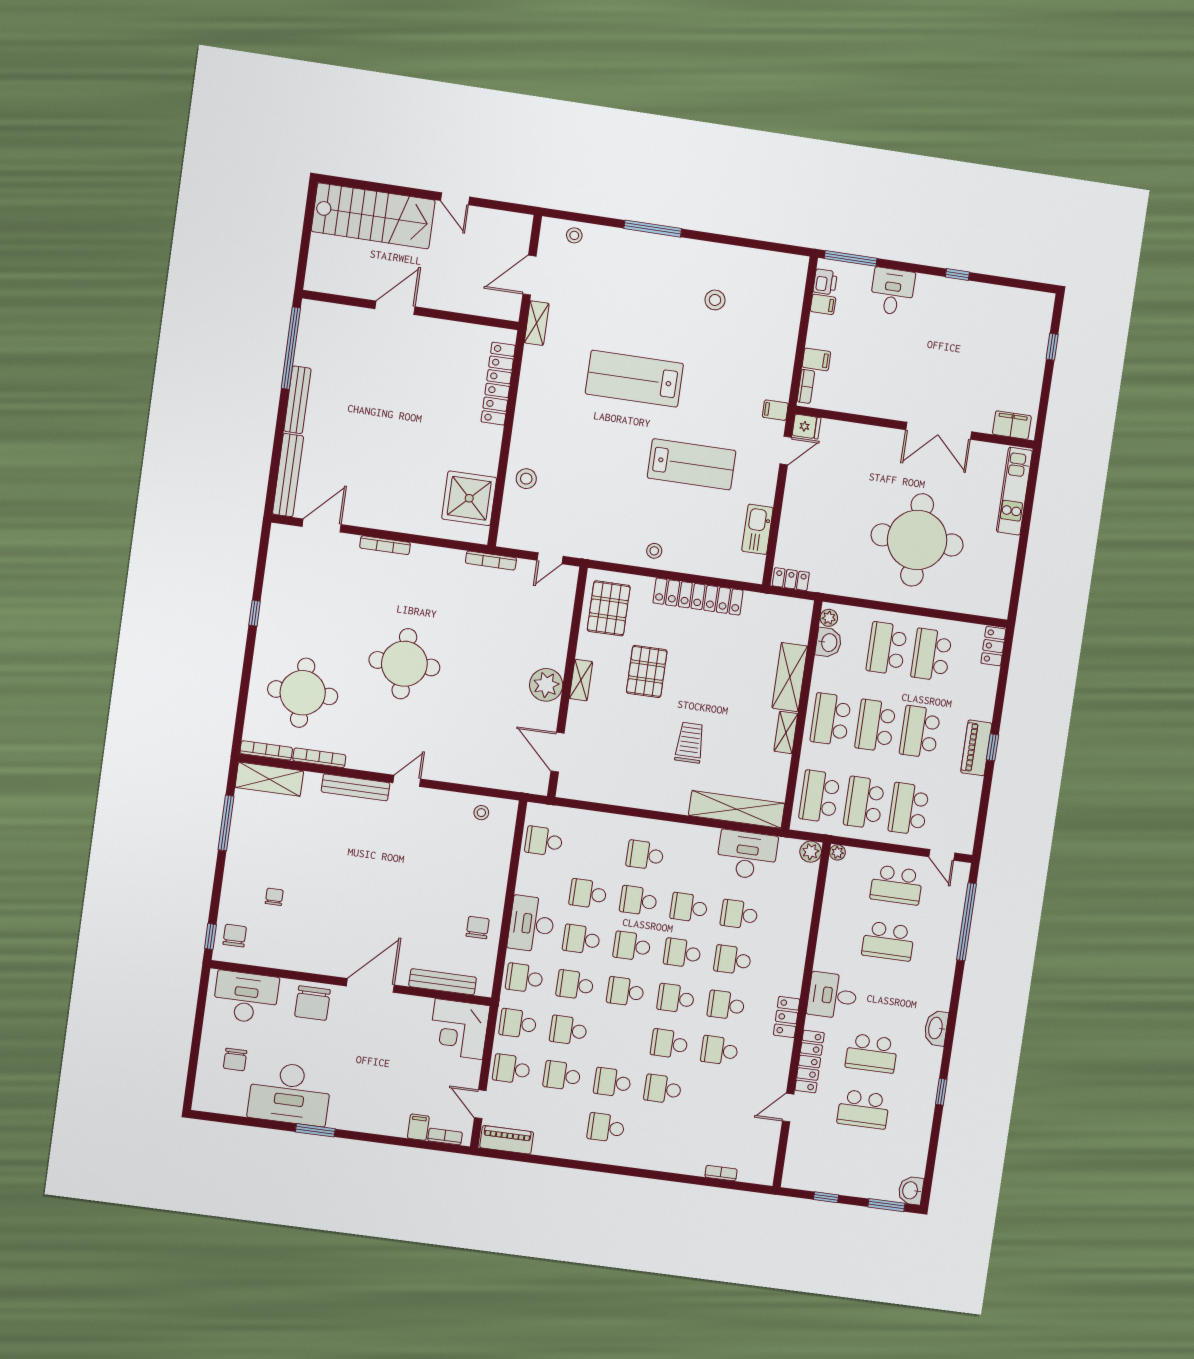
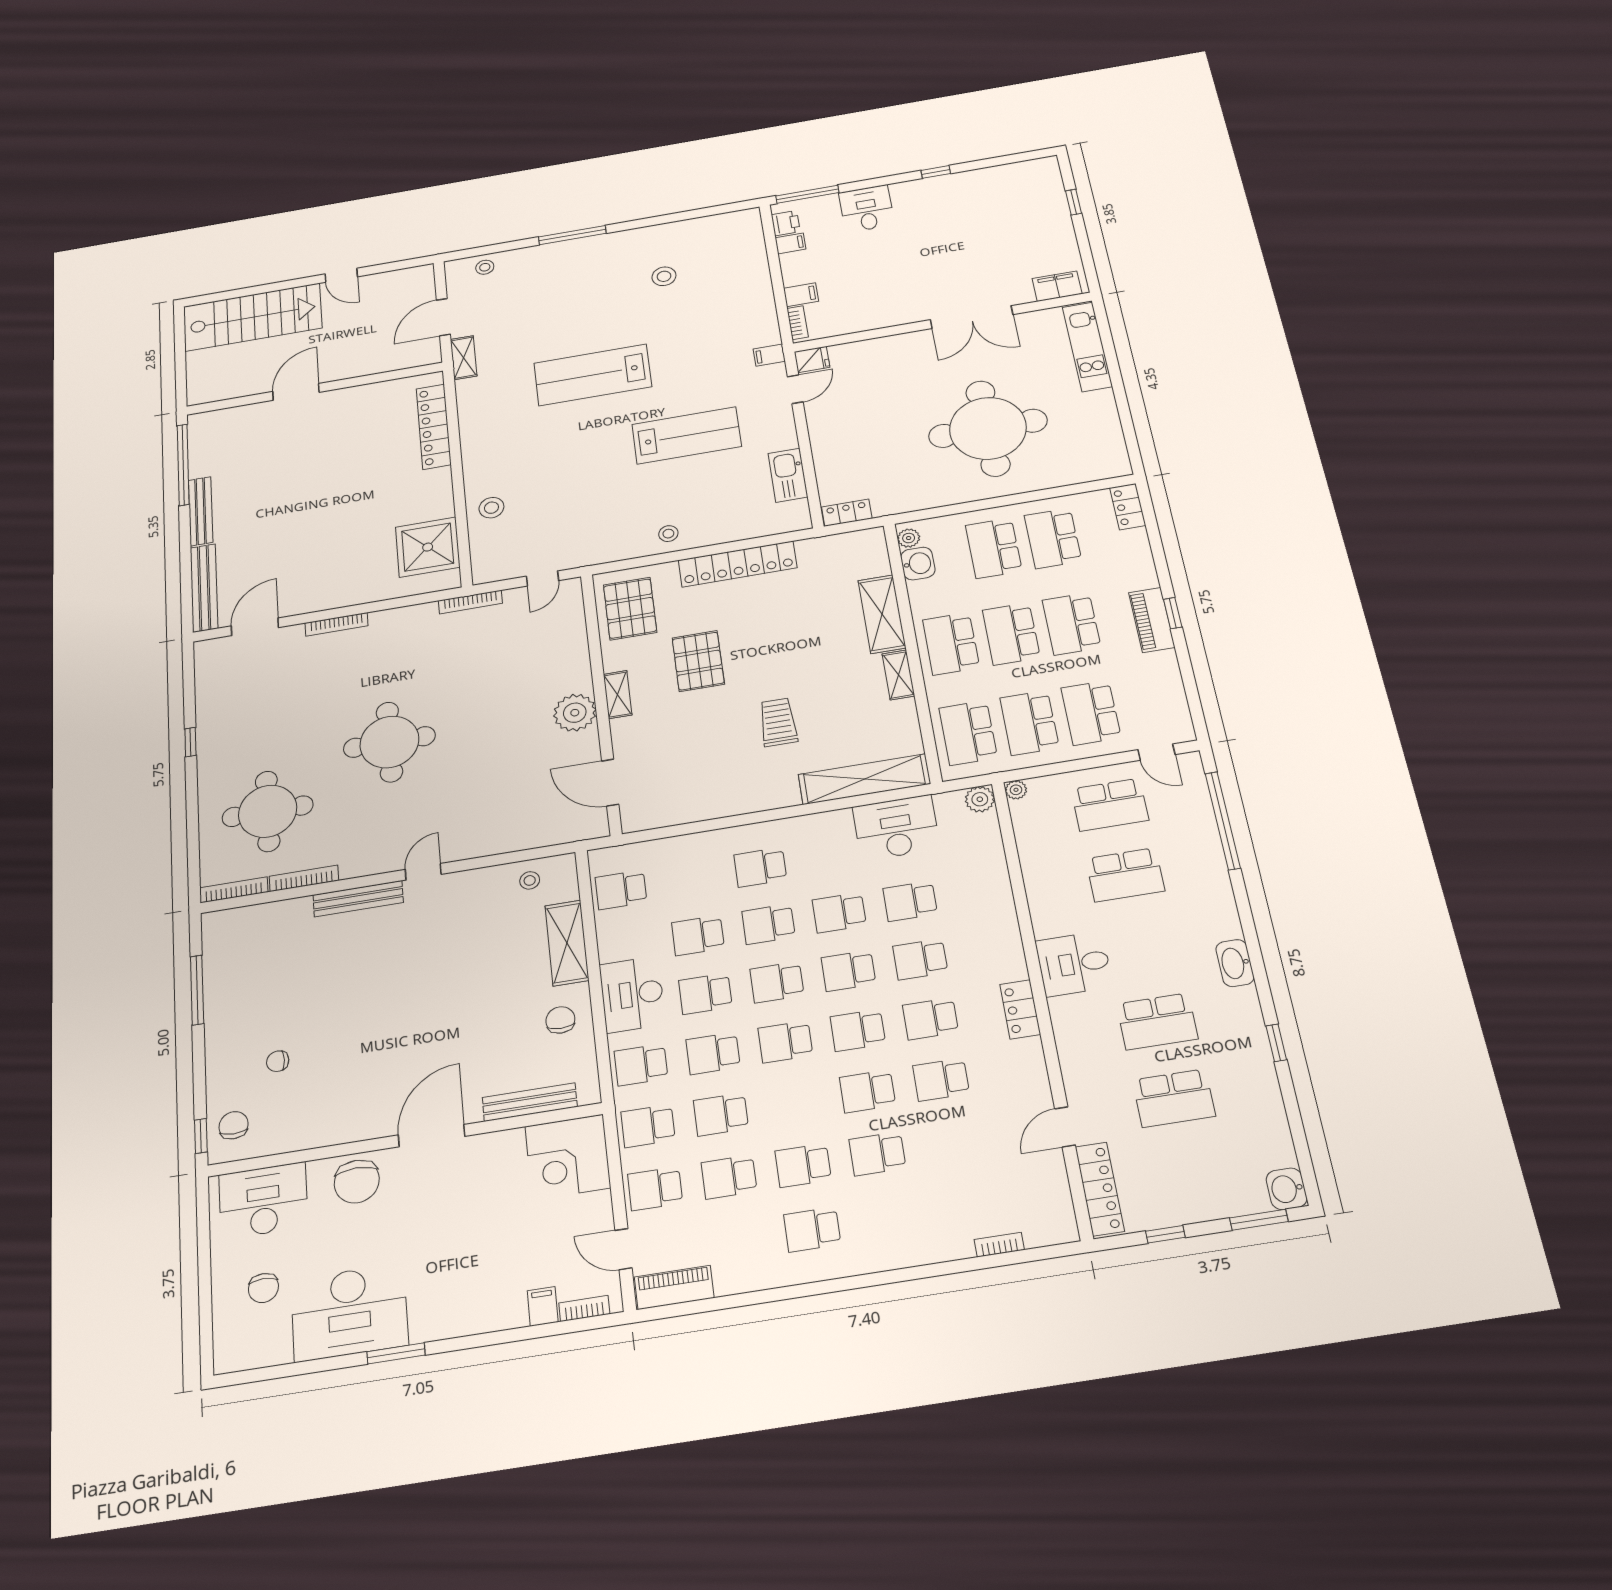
shelving: (269, 779) -> (567, 943), moved, turned 90
chair: (274, 897) -> (278, 1061), turned -90
locker: (810, 1062) -> (1100, 1189), moved

